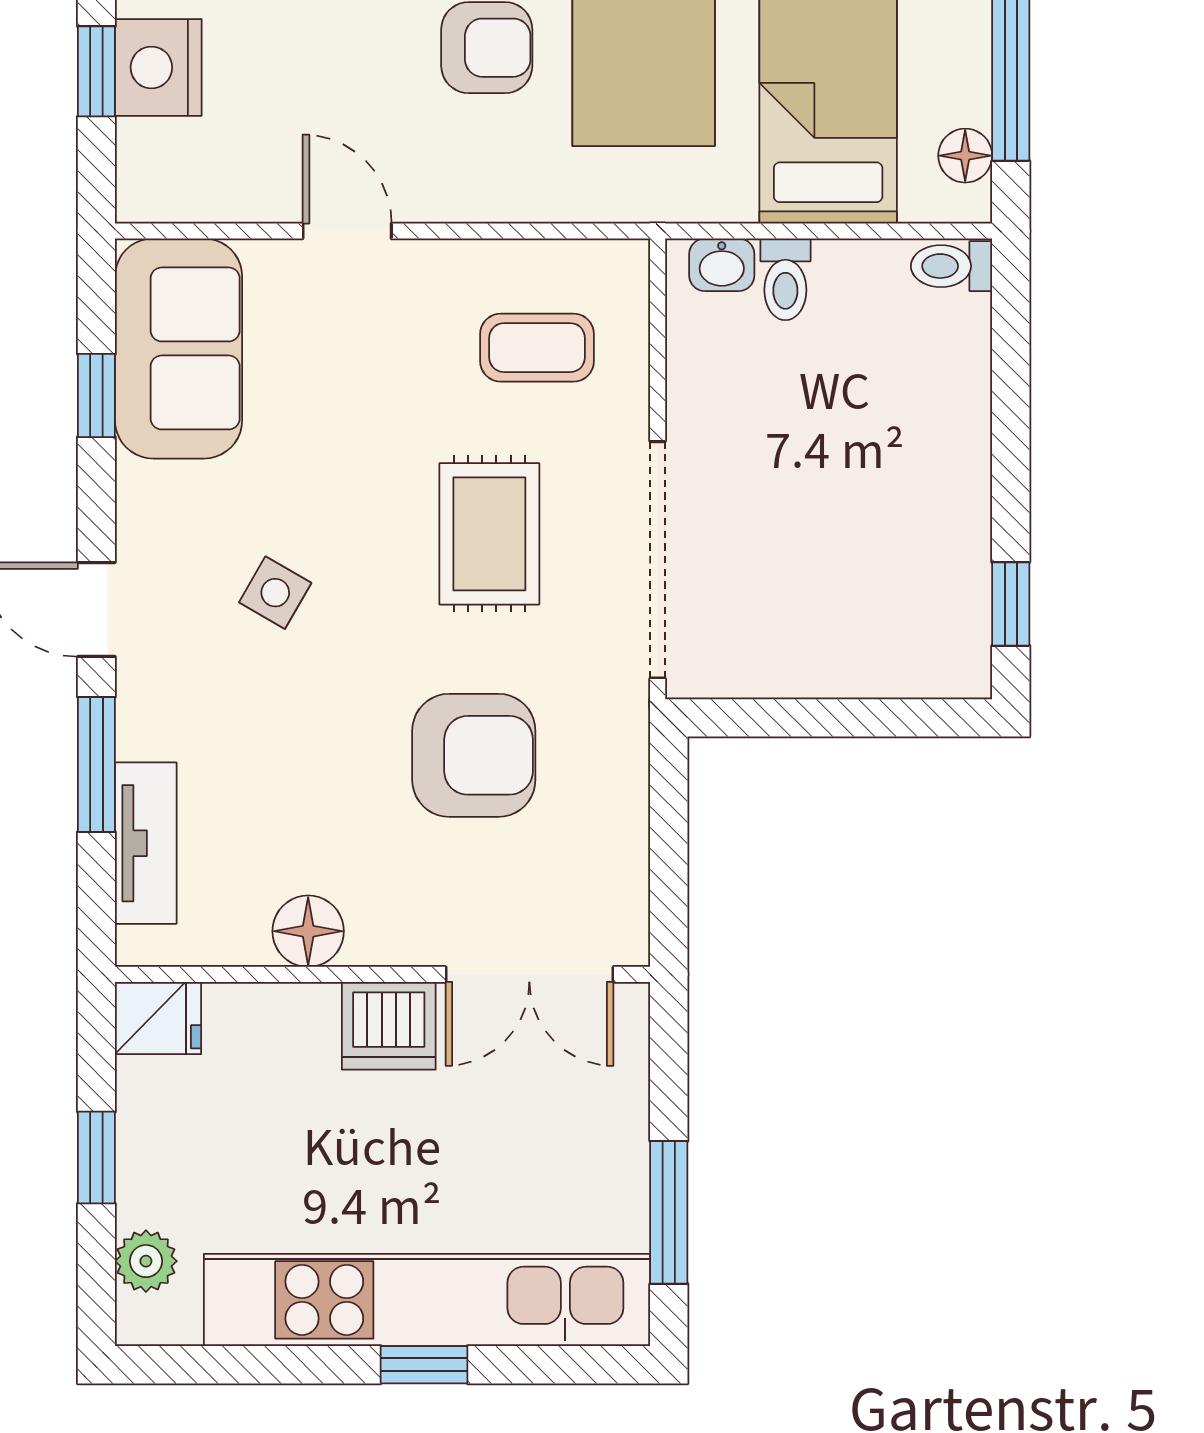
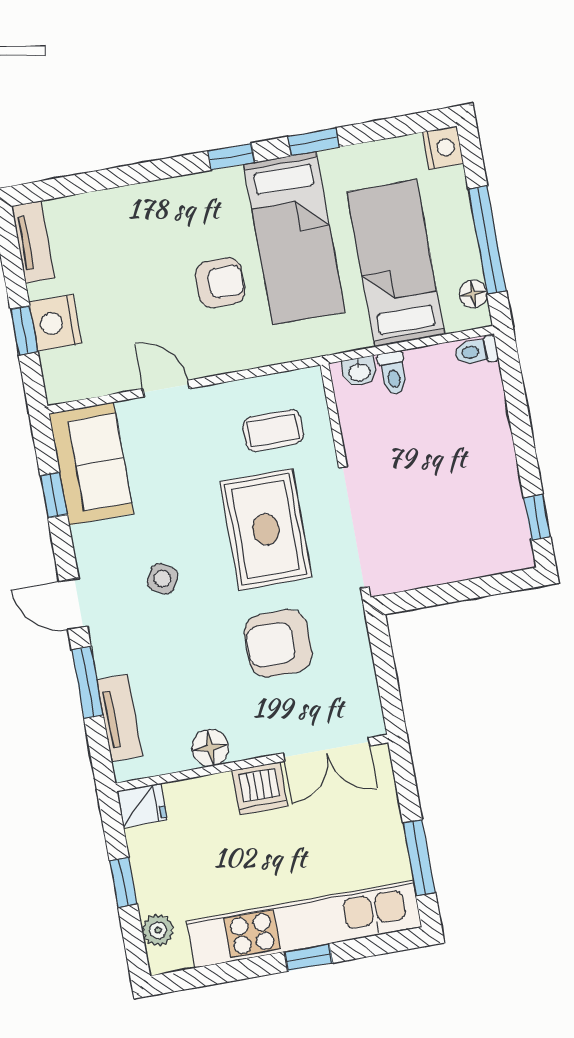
rug: (489, 534) -> (266, 529), width x1.36, depth x1.43
armchair: (474, 755) -> (278, 643), turned 180

